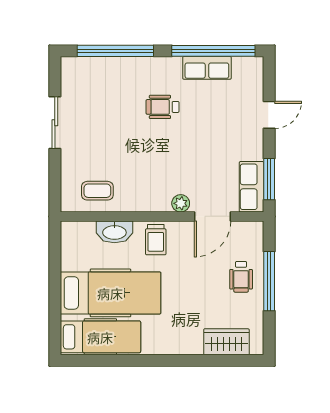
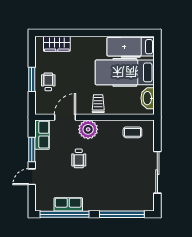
wheelchair: (163, 107) -> (79, 158), moved, turned 90
sliding door: (55, 123) -> (157, 172), width x1.37
window: (269, 179) -> (32, 149), moved
plant: (181, 203) -> (88, 129), width x1.87, depth x1.87
washbasin: (114, 232) -> (148, 98), moved, turned -90
window: (269, 281) -> (32, 79), width x0.69

